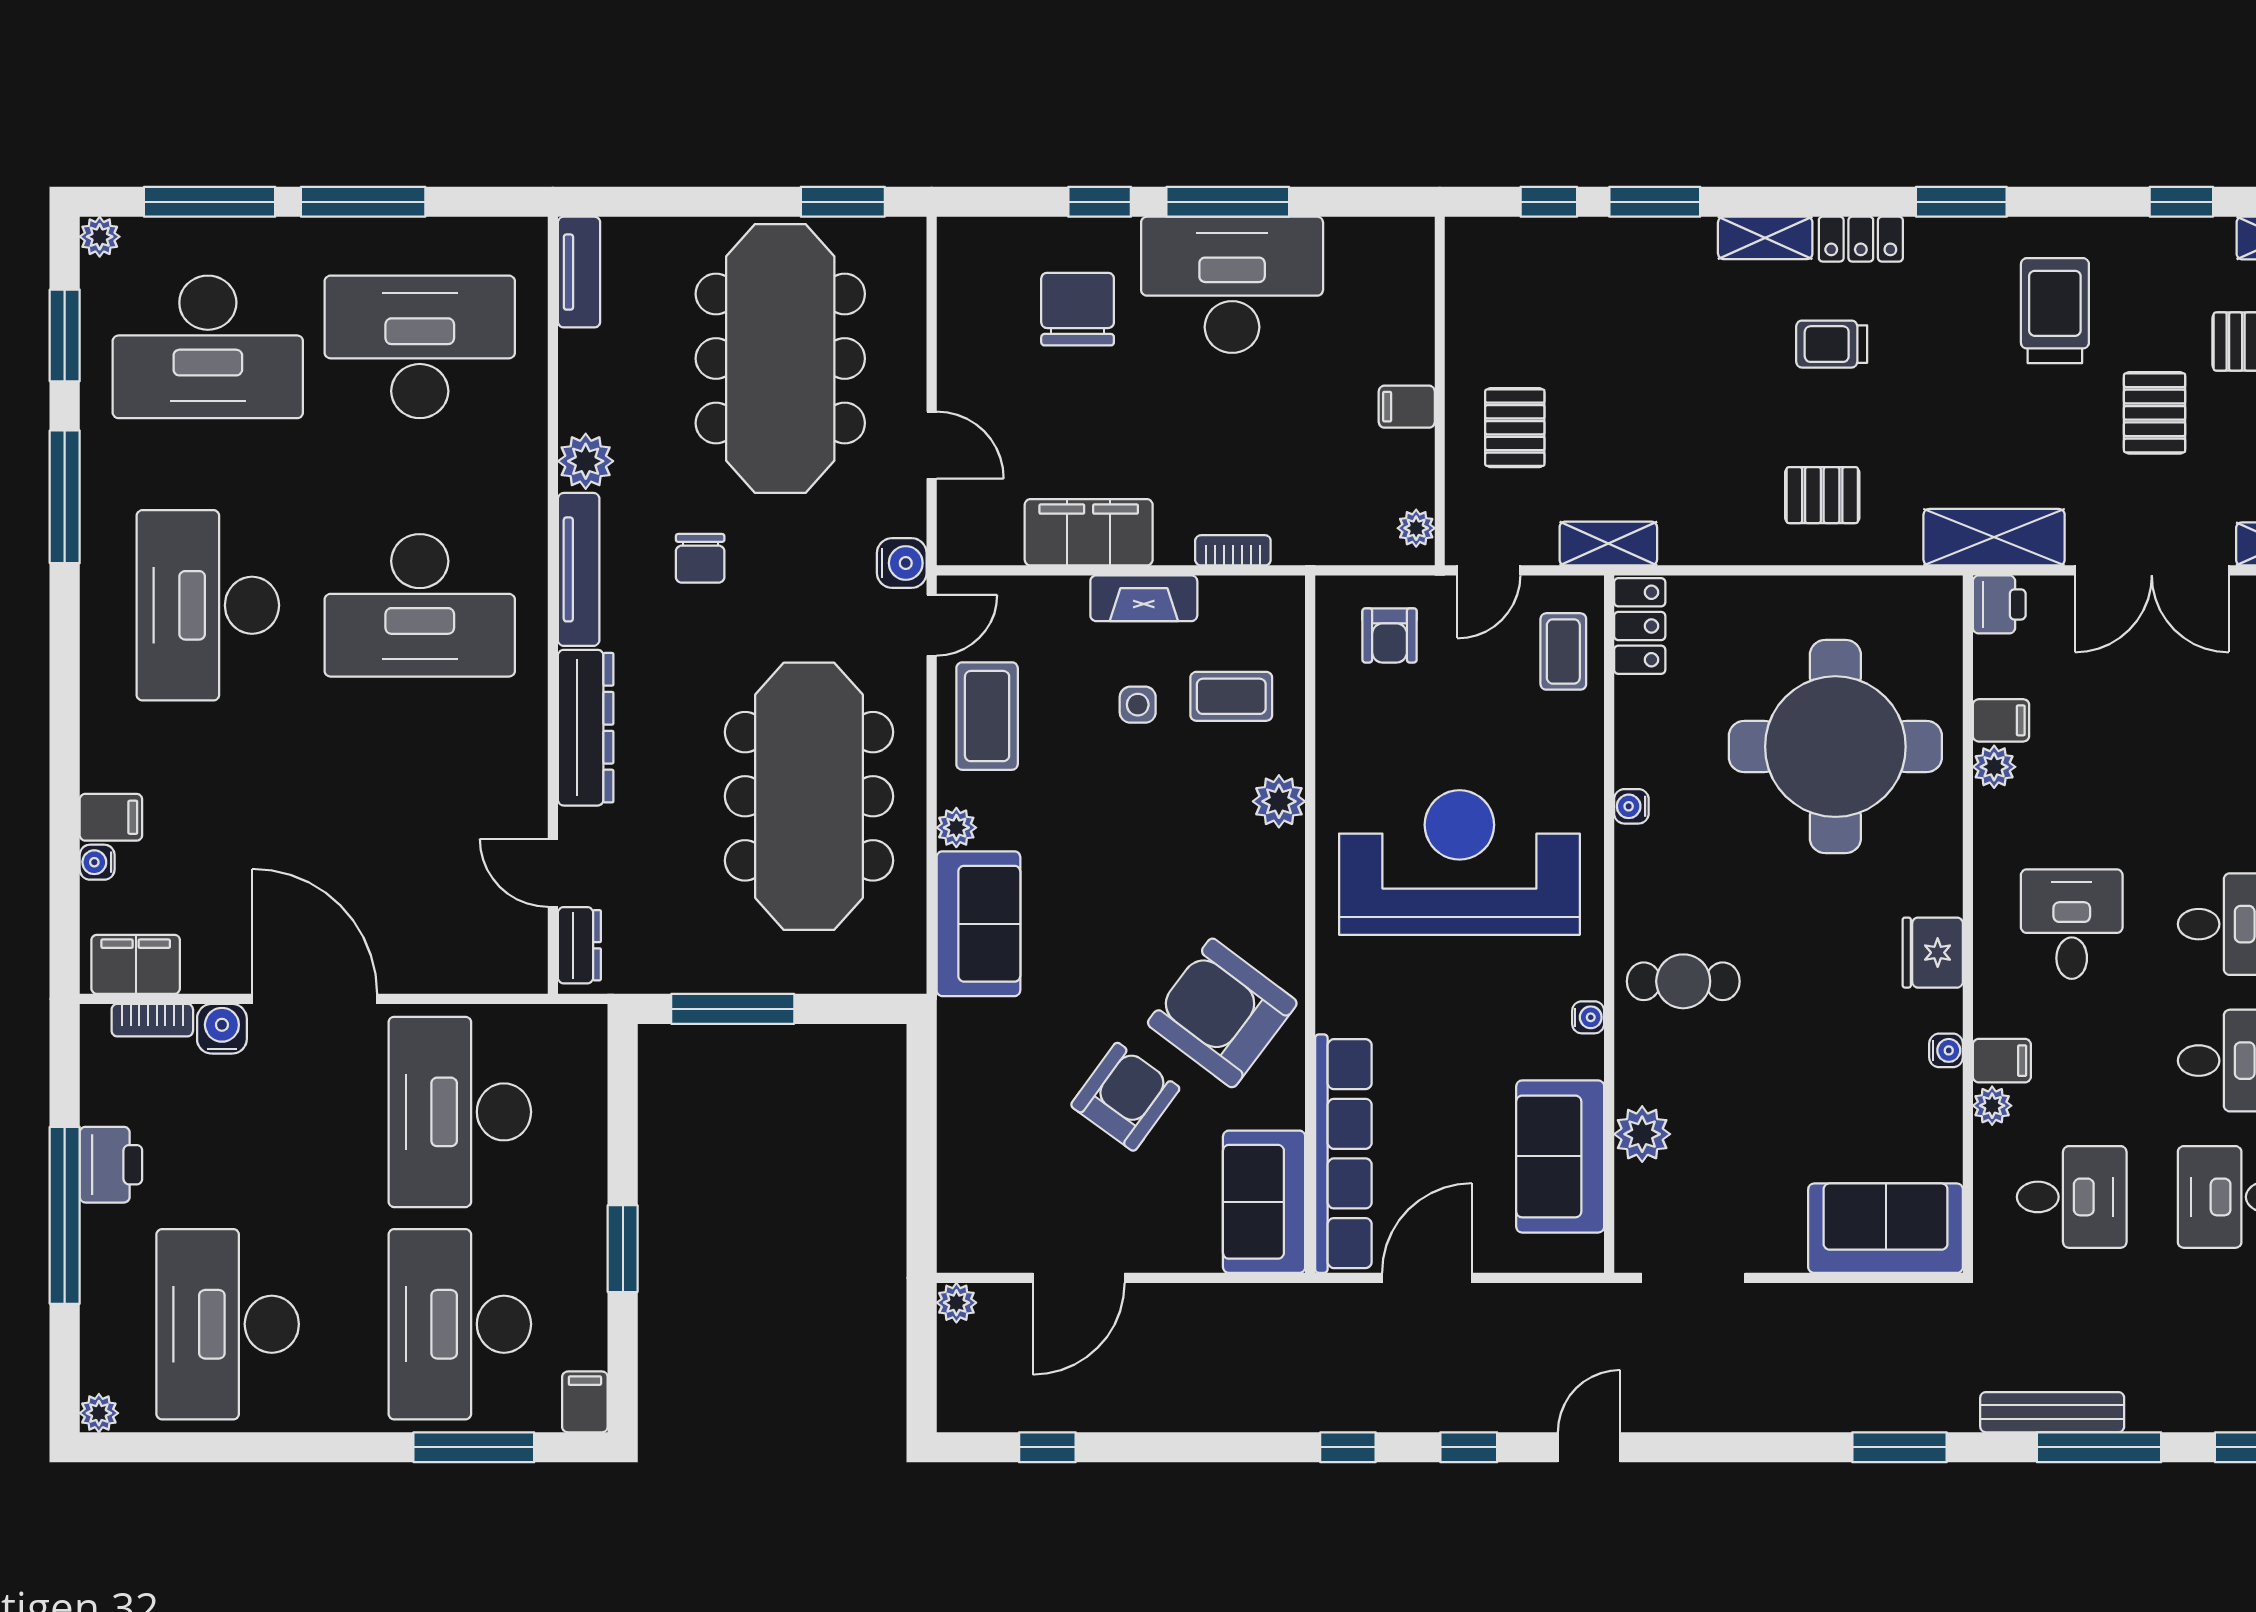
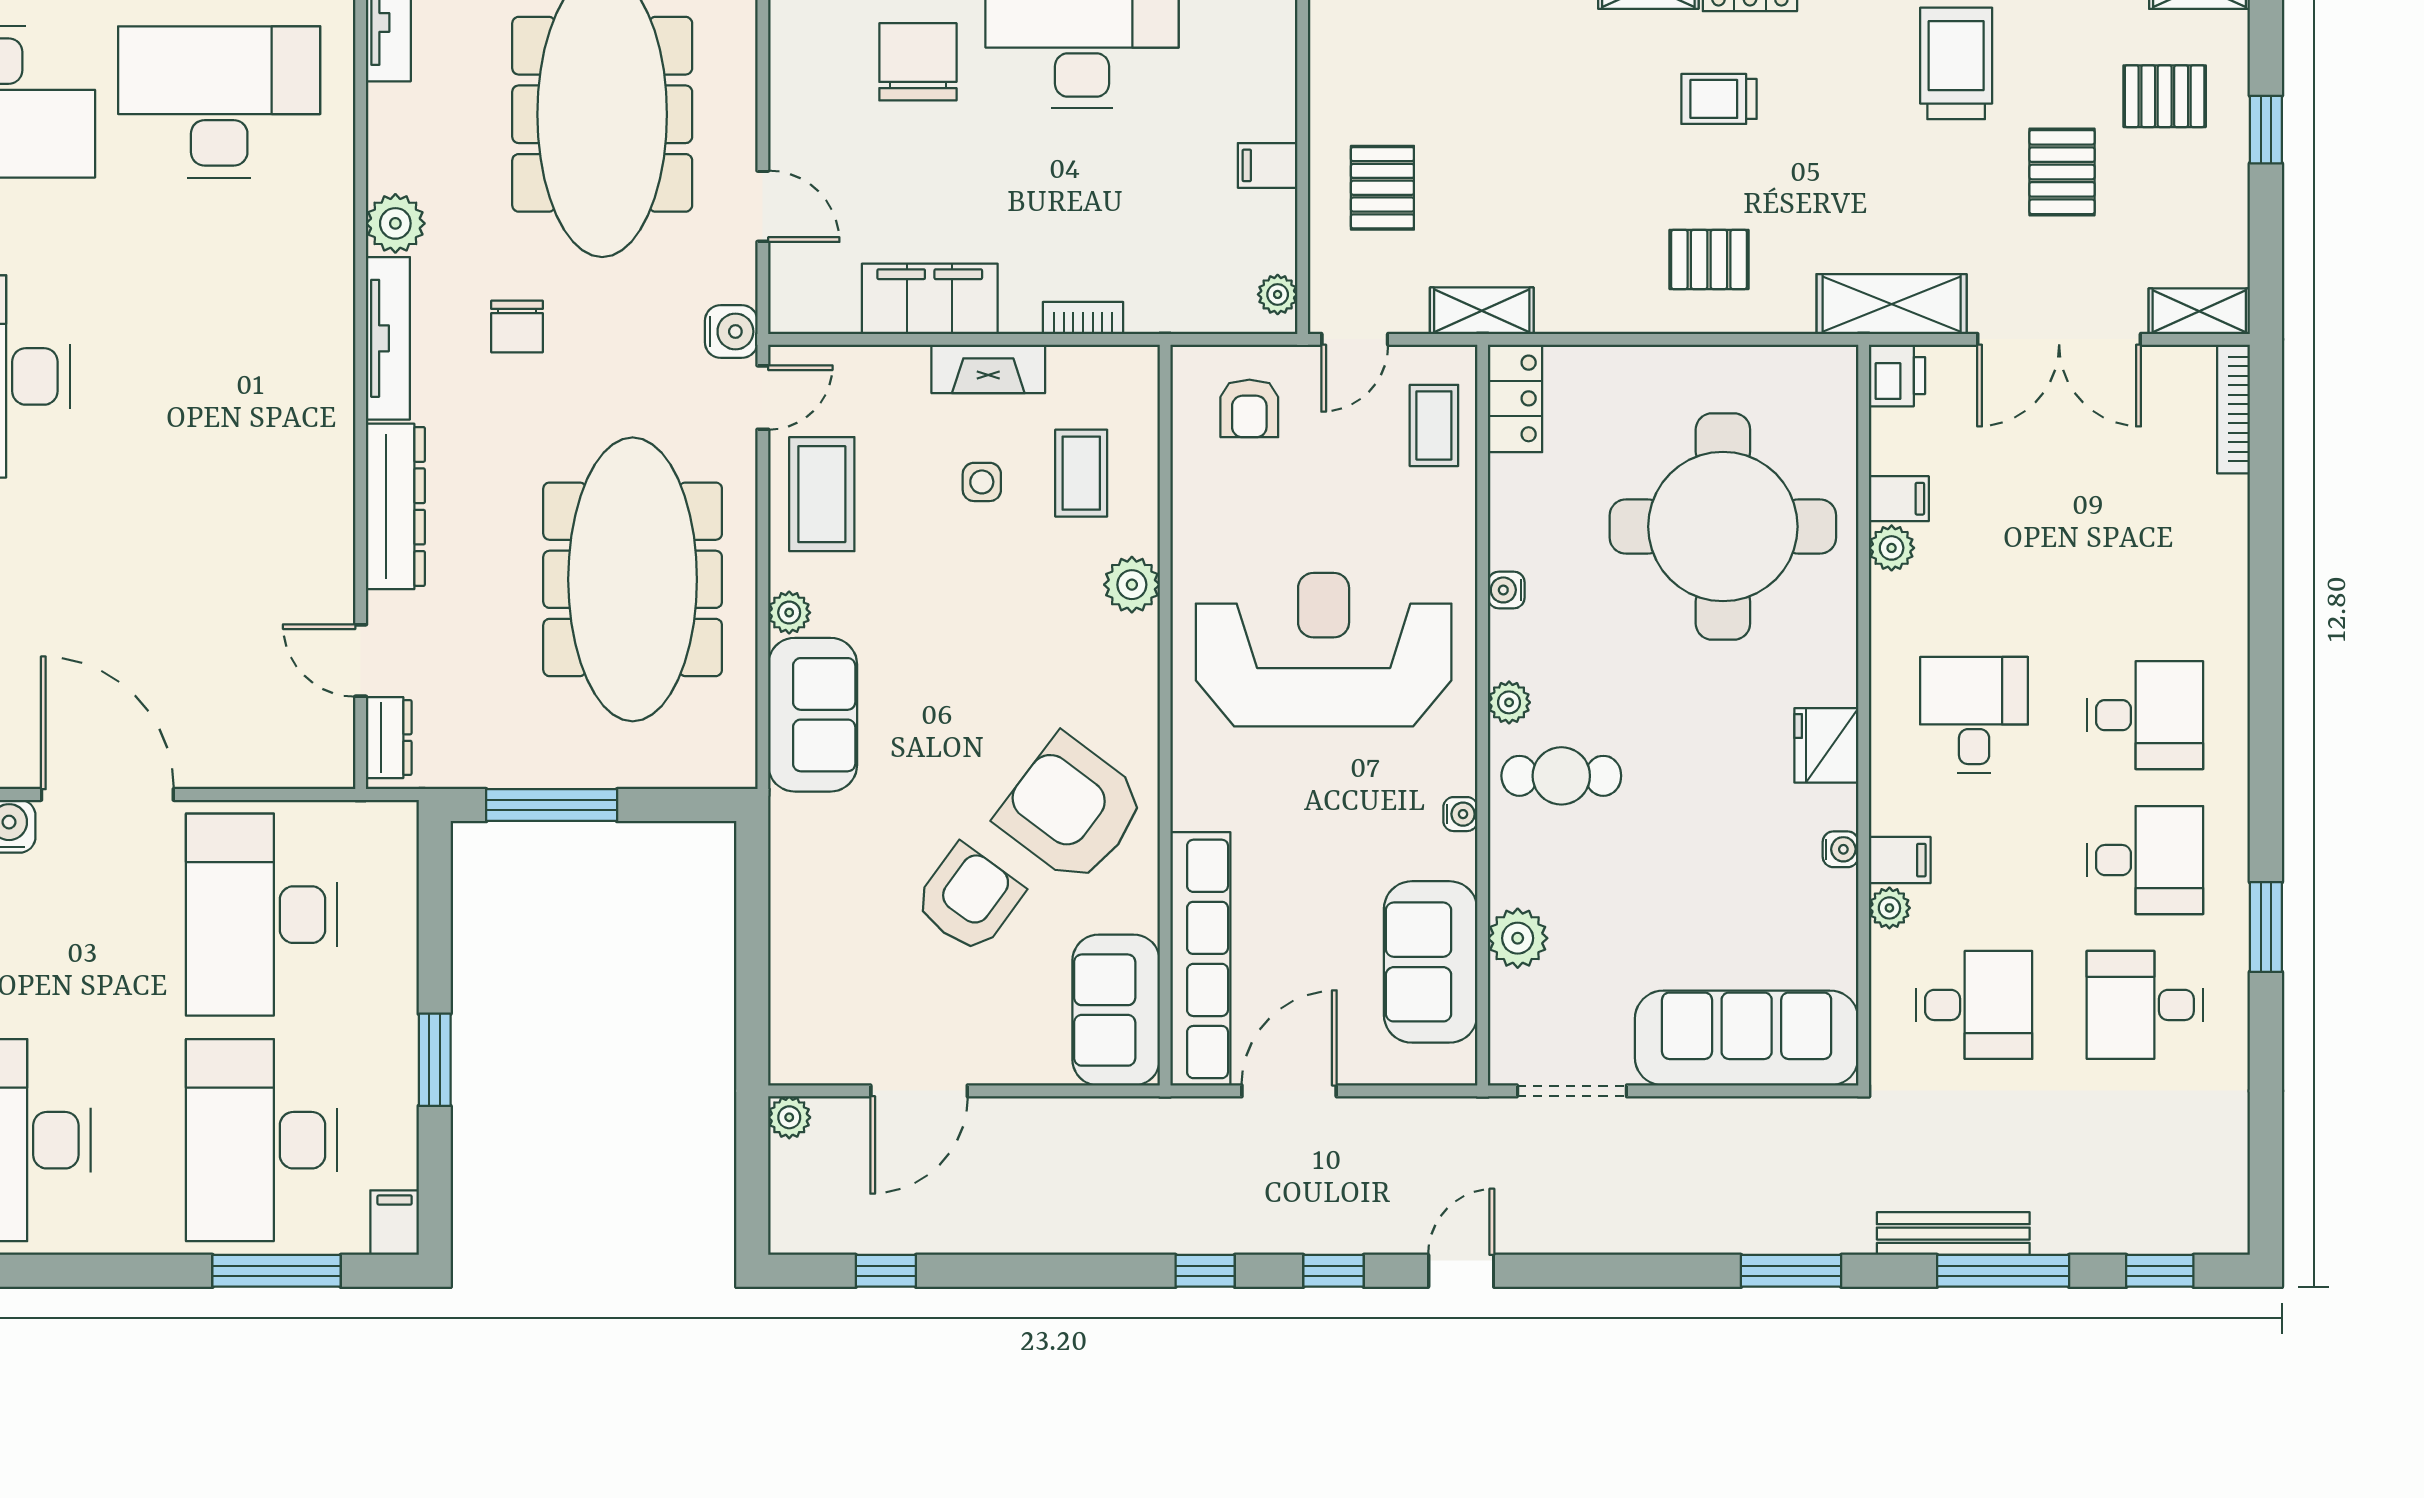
desk: (420, 605) -> (219, 376), removed
coffee table: (1231, 696) -> (1081, 473), turned 90
plant: (1634, 912) -> (1509, 702), added
sofa: (1886, 1228) -> (1747, 1038), width x1.36

